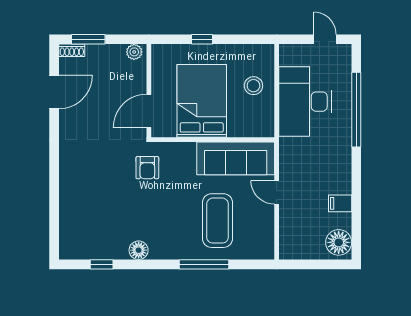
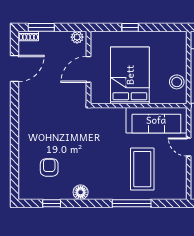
stool: (253, 86) -> (177, 82), moved
door: (149, 111) -> (89, 69), moved
armchair: (147, 168) -> (49, 167), moved, turned 180

